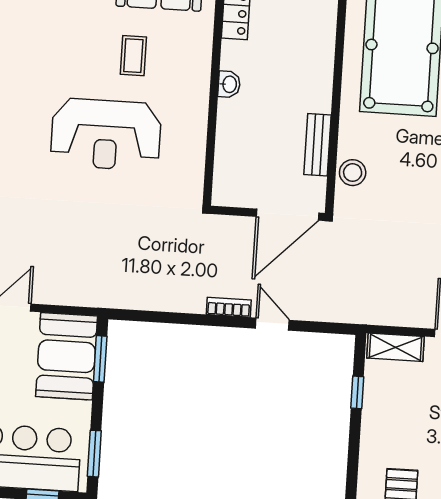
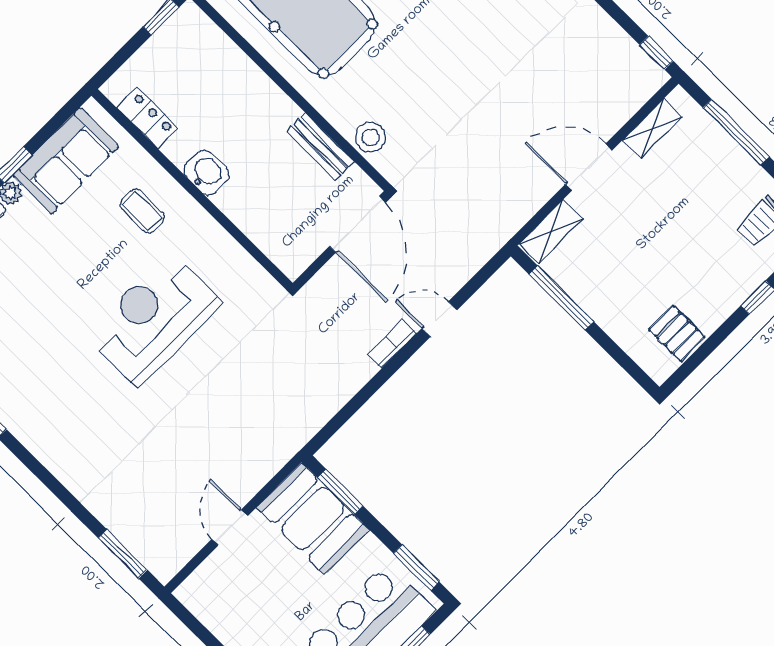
coffee table: (133, 56) -> (142, 211), moved
washbasin: (229, 84) -> (206, 173), width x1.38, depth x1.45
reception desk: (106, 134) -> (153, 319), turned 180
window: (357, 392) -> (561, 298), width x2.17

